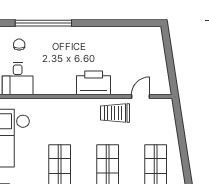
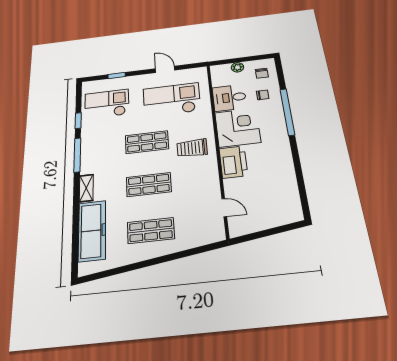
corner desk: (55, 74) -> (238, 127), added
trolley: (115, 113) -> (192, 148), moved, turned -90

